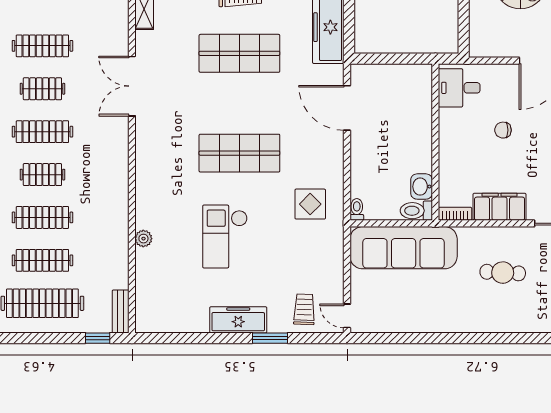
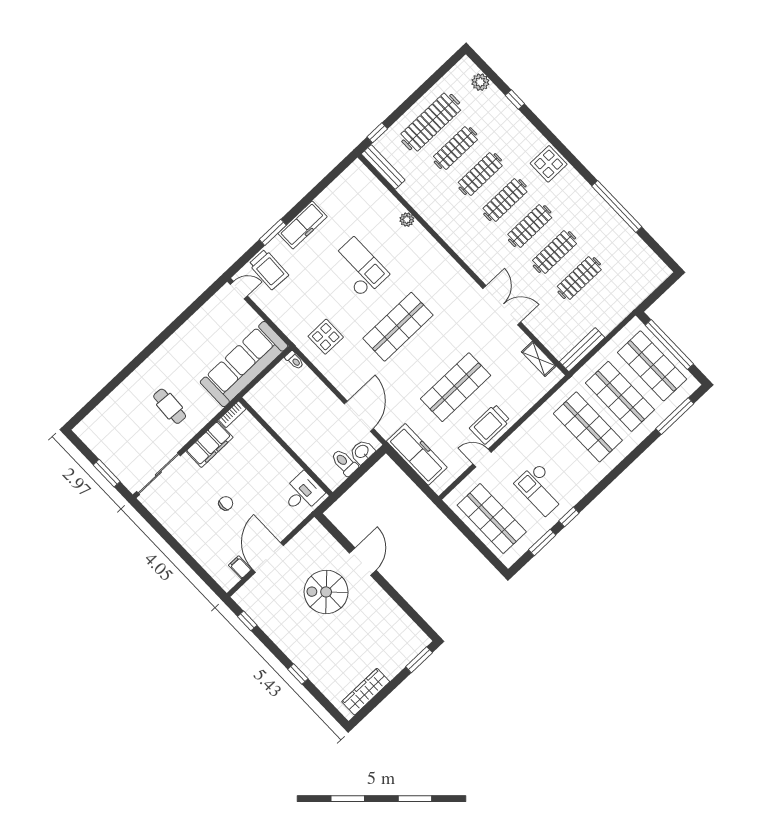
clothes rail: (42, 89) -> (554, 252), width x1.36
door: (347, 108) -> (359, 416), hinge flipped
chair: (503, 130) -> (226, 503), moved
clothes rail: (42, 175) -> (505, 200), width x1.36
washbasin: (422, 187) -> (362, 452), moved, turned -90
toilet: (416, 211) -> (344, 463), moved, turned -90
cafe table: (503, 273) -> (170, 406), turned 90
trolley: (304, 309) -> (269, 269), width x1.36, depth x1.39
bench: (121, 311) -> (383, 167), width x1.36

